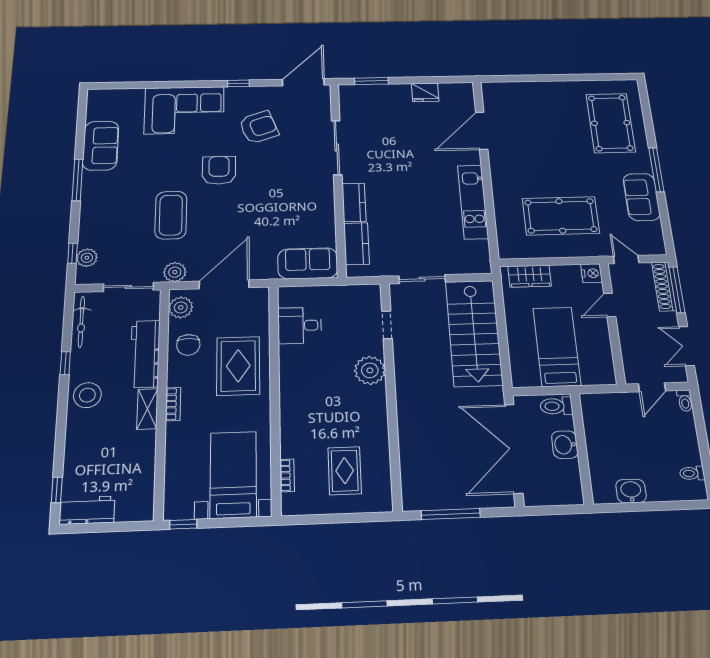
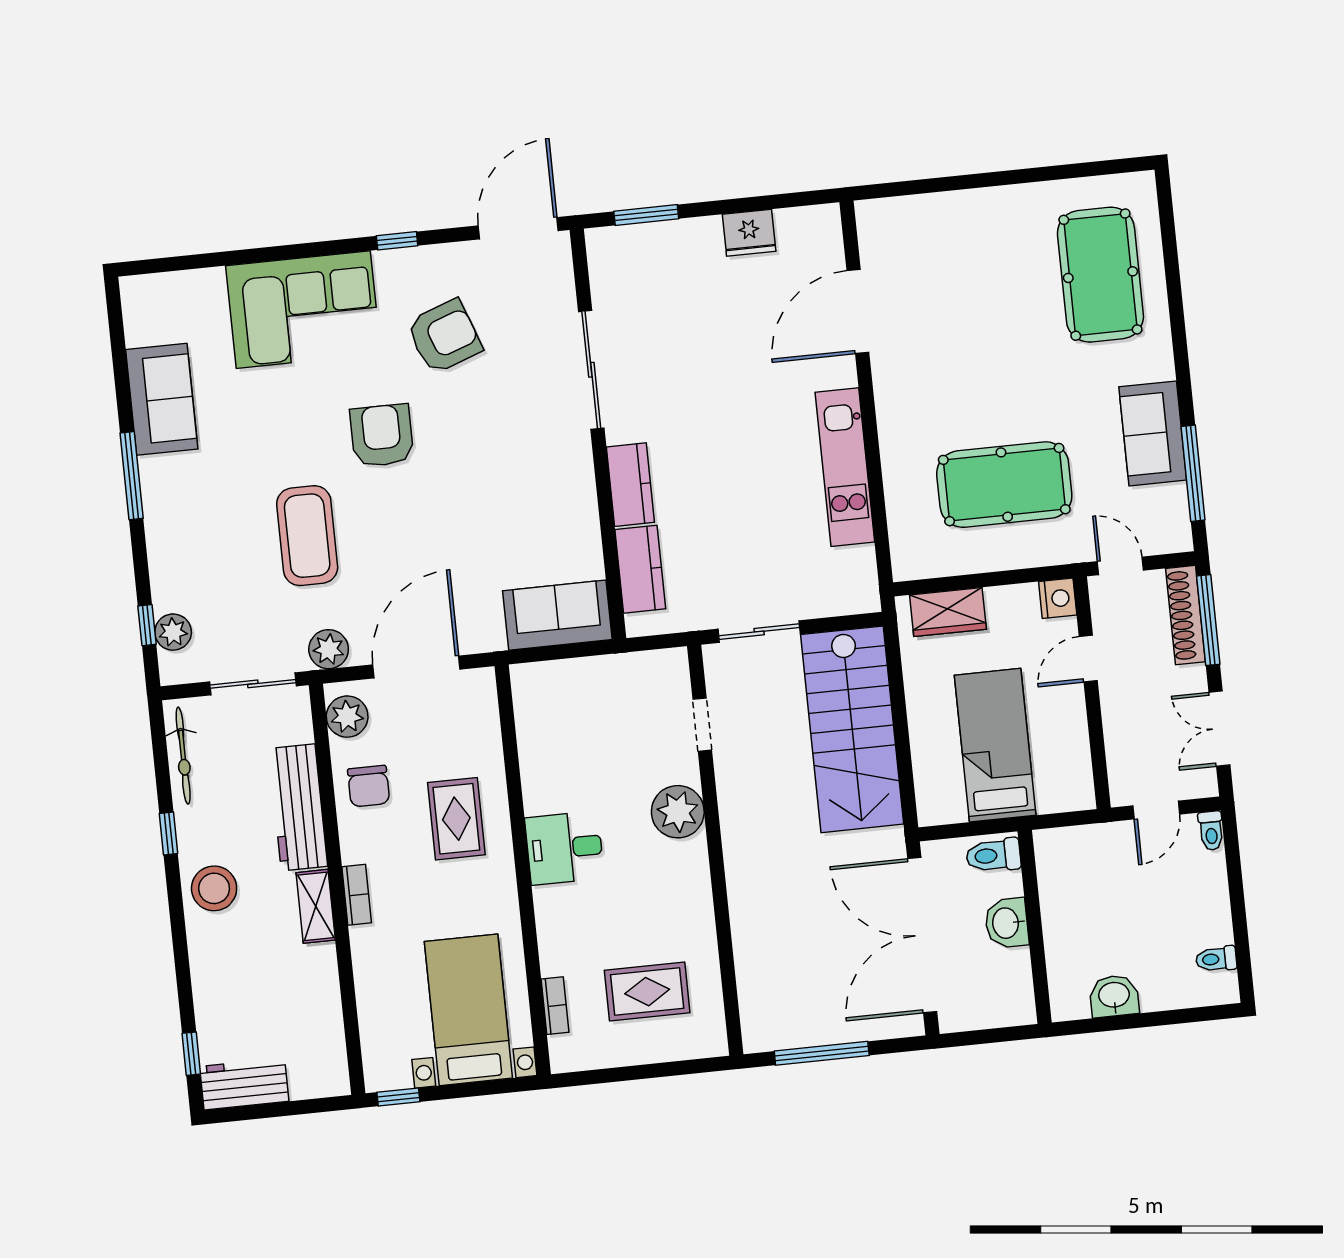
window: (656, 170) -> (1193, 473), moved
desk: (300, 325) -> (564, 848), moved
rug: (238, 366) -> (456, 819), width x0.73, depth x0.70
rug: (345, 471) -> (647, 992), turned 90

